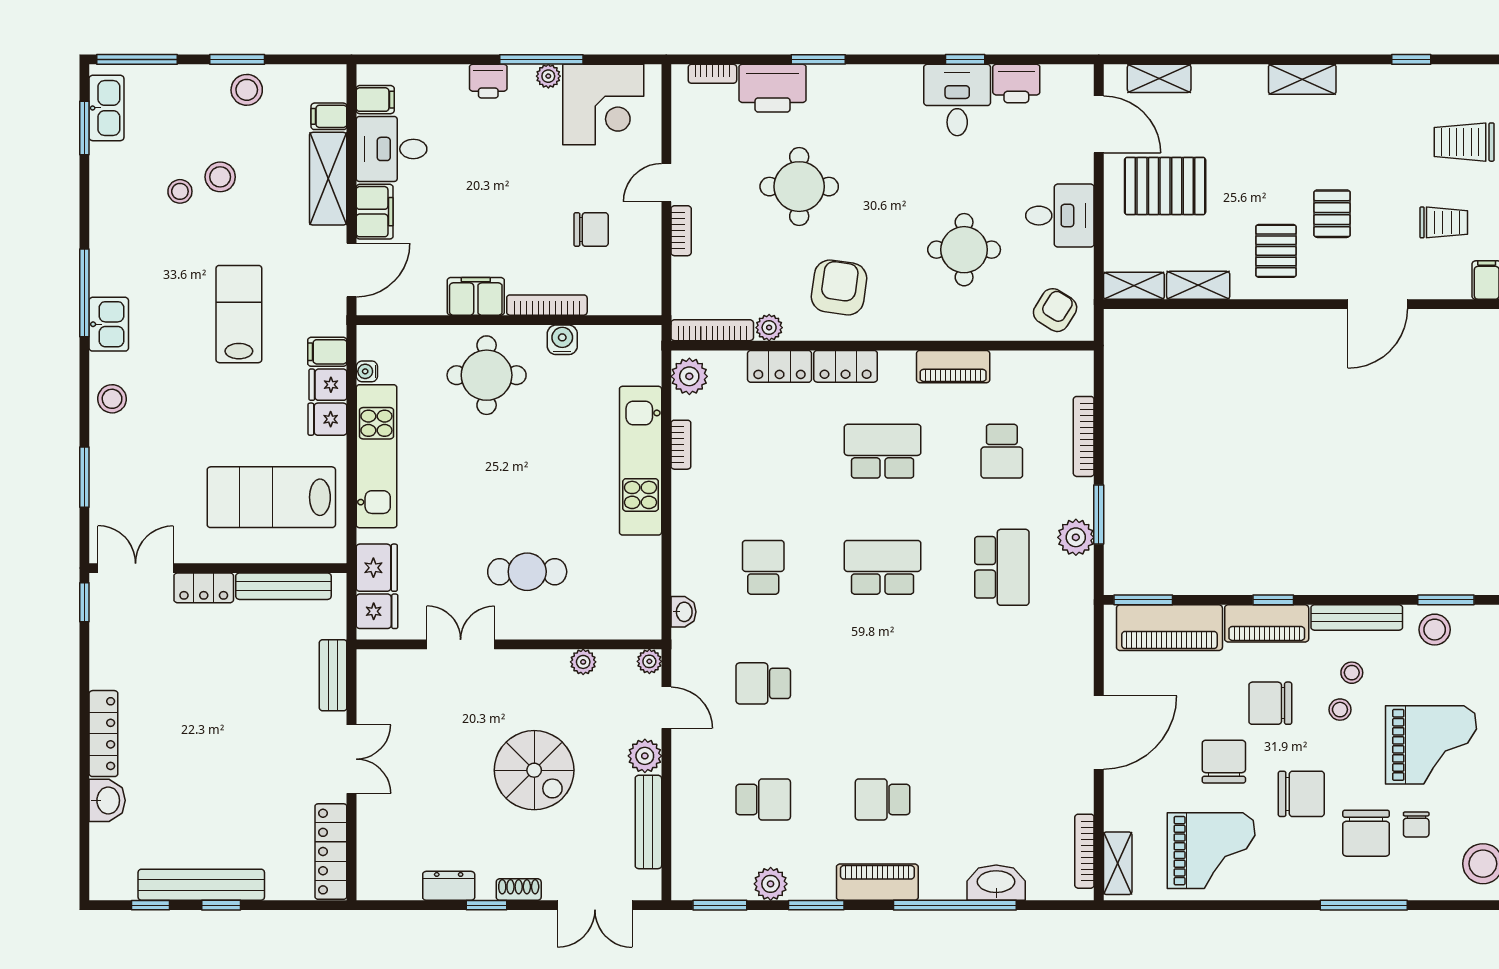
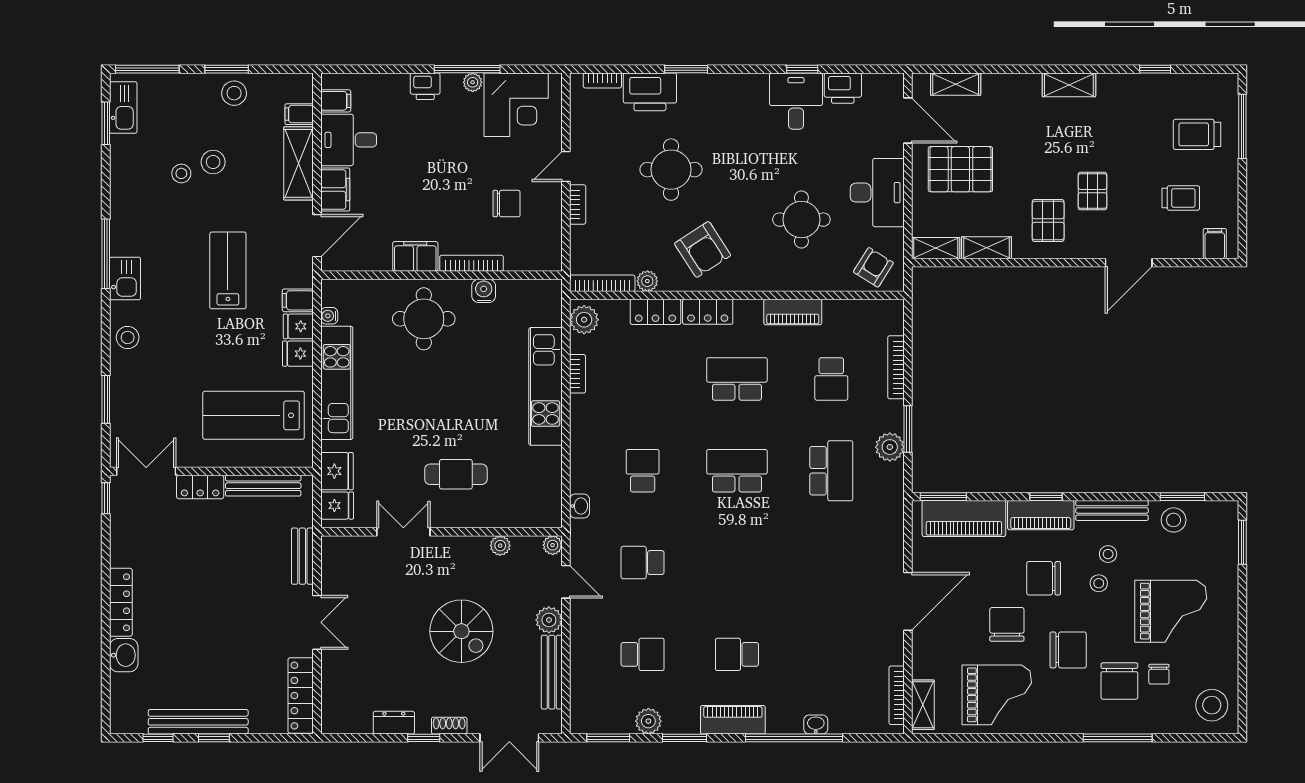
desk: (1060, 216) -> (877, 193), width x1.37
armchair: (839, 287) -> (703, 249), turned 139
washbasin: (996, 883) -> (816, 724), width x0.52, depth x0.69

